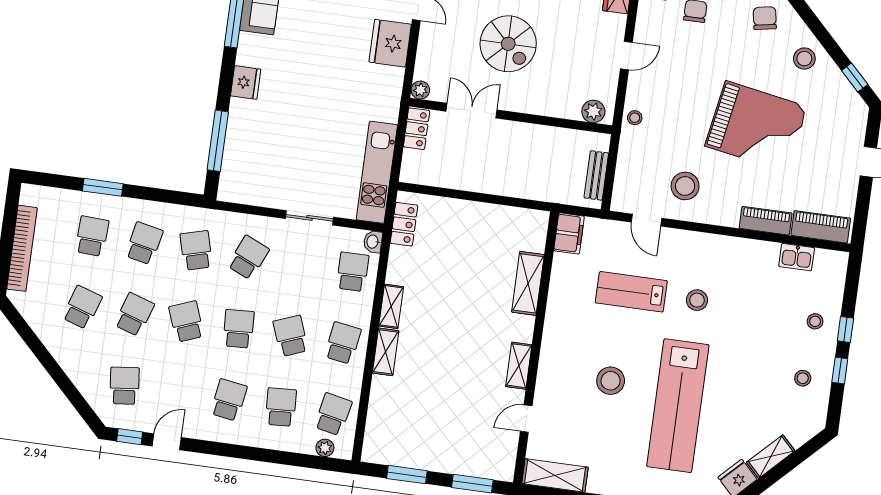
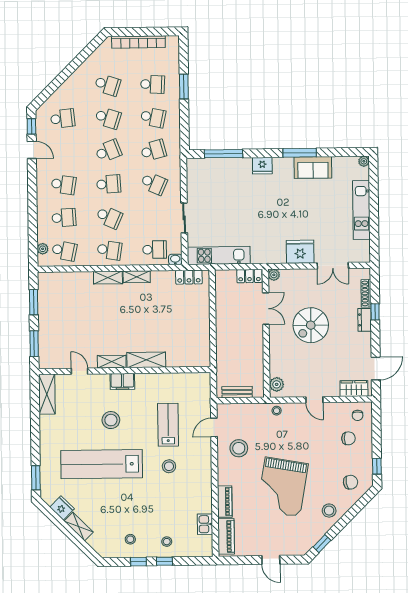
filing cabinet: (569, 233) -> (122, 381), moved
shelving: (528, 283) -> (146, 360), moved
school desk: (291, 336) -> (109, 217), turned 45

